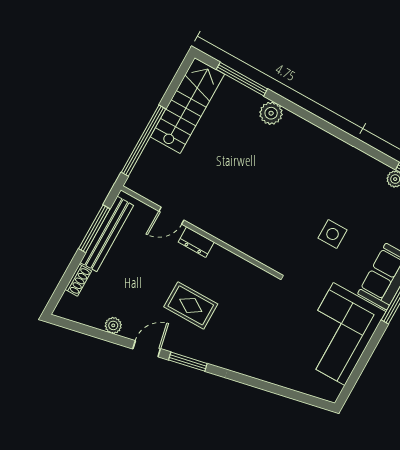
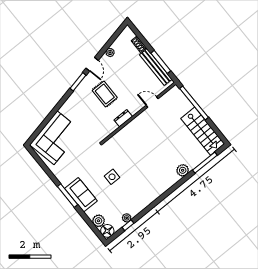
door: (171, 216) -> (152, 102), hinge flipped
dresser: (196, 242) -> (123, 118), moved
rug: (191, 305) -> (105, 94), turned 90
corner sofa: (339, 334) -> (56, 138), moved, turned 78

